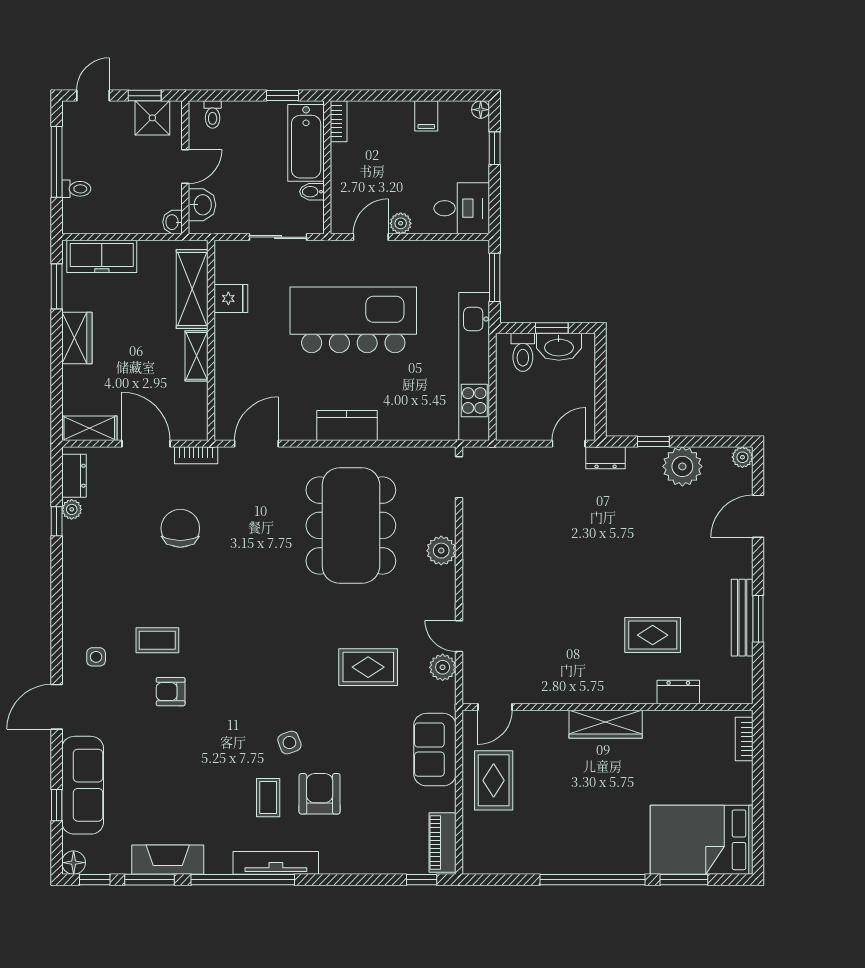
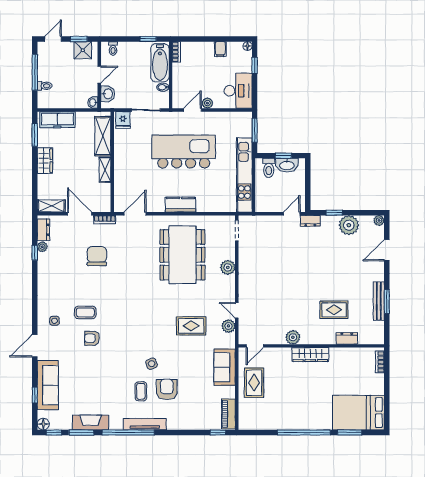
desk: (462, 208) -> (238, 91), width x1.37
fridge: (231, 298) -> (123, 120), moved, turned 90
plant: (571, 690) -> (293, 337), added

